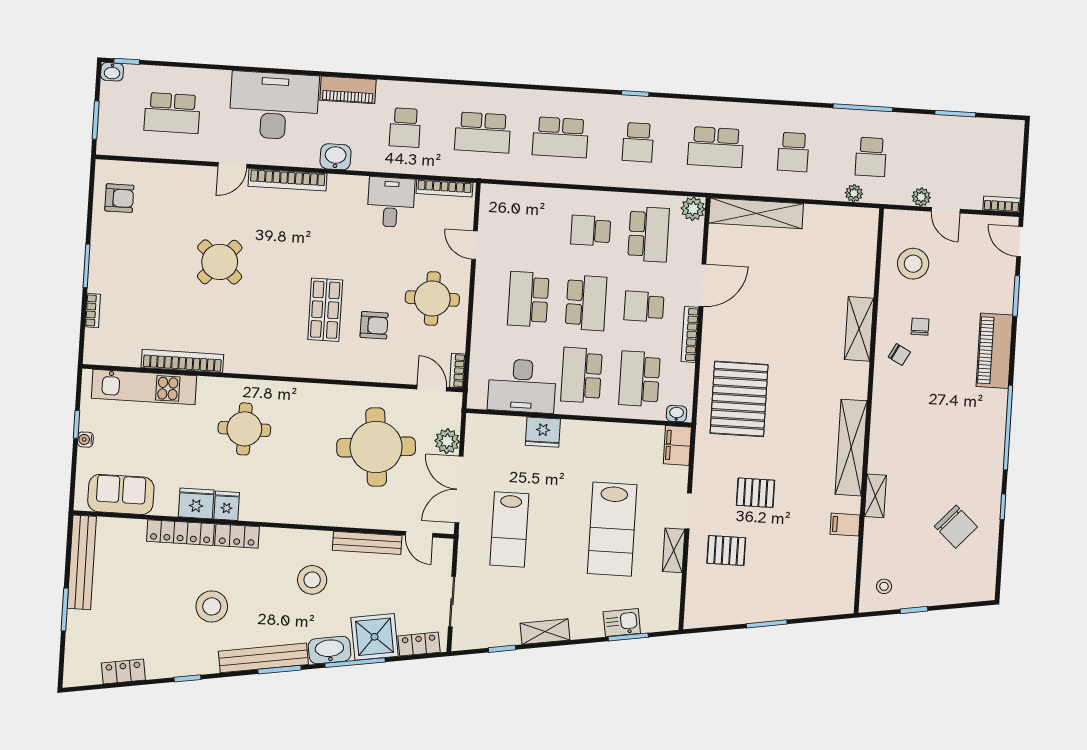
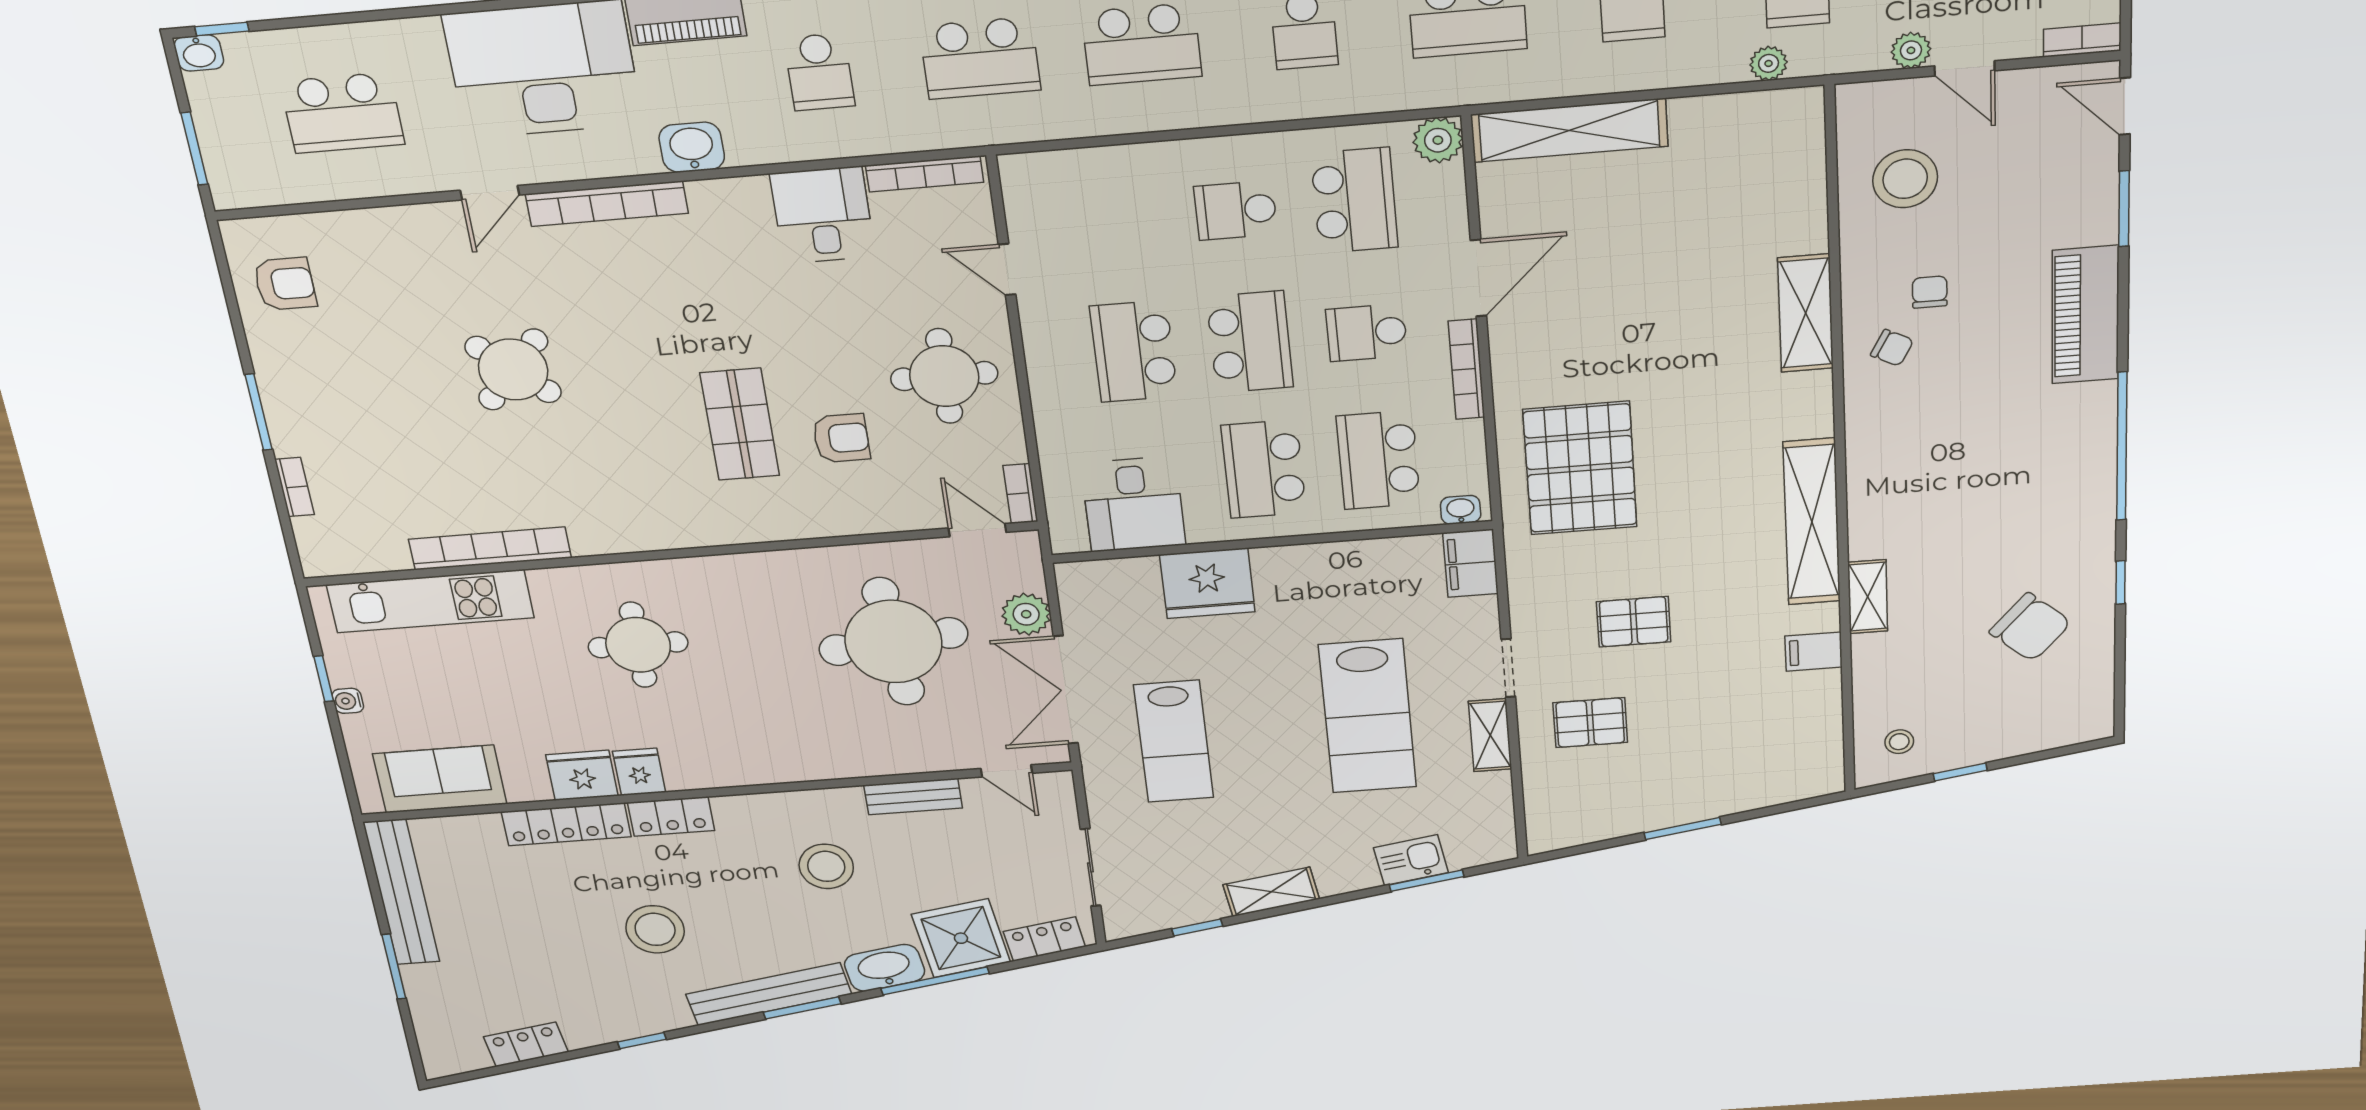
desk: (522, 386) -> (1133, 504), width x0.73
fridge: (543, 432) -> (1207, 583), width x1.36, depth x1.34
bench: (367, 543) -> (913, 797), width x0.73

